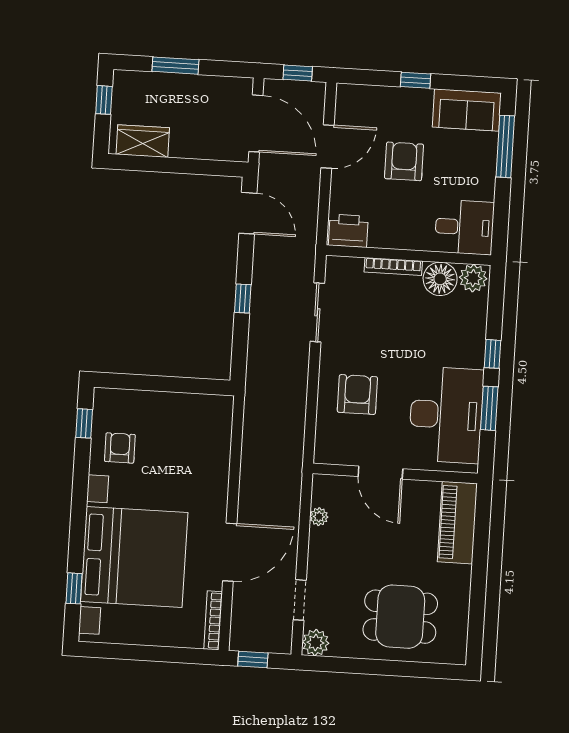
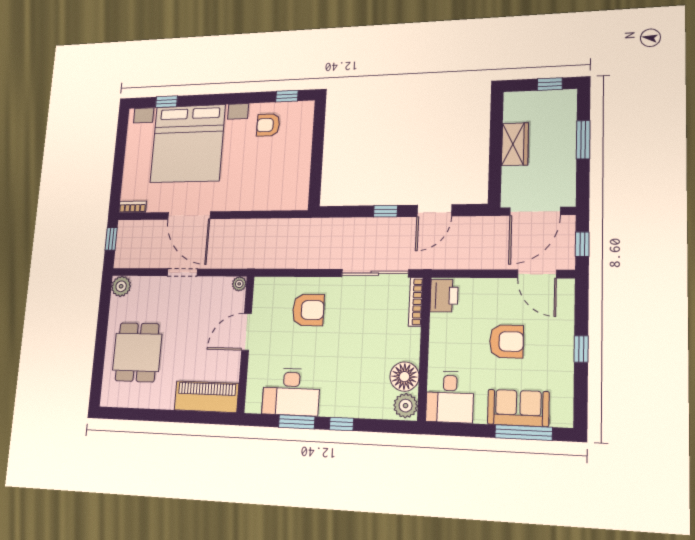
sofa: (467, 110) -> (518, 408), moved, turned 90
wardrobe: (143, 141) -> (515, 144), moved
door: (328, 147) -> (537, 274), moved
door: (248, 213) -> (434, 211), moved
bookcase: (393, 266) -> (416, 302), moved
sliding door: (317, 312) -> (375, 273), width x1.37
desk: (446, 415) -> (291, 392), width x0.73, depth x0.77
armchair: (120, 448) -> (268, 125), turned 180
plant: (319, 517) -> (239, 284), moved
doorway: (300, 600) -> (182, 272), moved
bookcase: (213, 620) -> (133, 207), width x0.64

